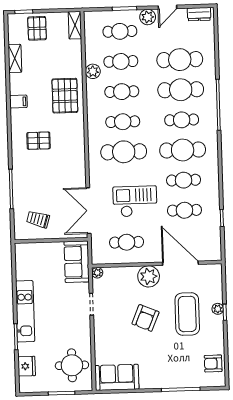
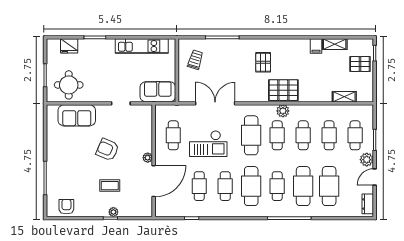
door: (167, 7) -> (375, 177), hinge flipped
shelving: (75, 25) -> (344, 97), moved
plant: (93, 71) -> (283, 111), moved
pallet: (65, 96) -> (283, 90), moved
filing cabinet: (18, 102) -> (316, 46), moved
checkout: (135, 201) -> (208, 144), turned 90
double door: (88, 211) -> (215, 103), moved
plant: (97, 273) -> (148, 109), removed
plant: (149, 276) -> (148, 158), width x0.53, depth x0.53
kitchen unit: (25, 311) -> (142, 46), moved
coffee table: (187, 314) -> (110, 186), width x0.54, depth x0.58
sofa: (117, 377) -> (77, 115), moved, turned 90

